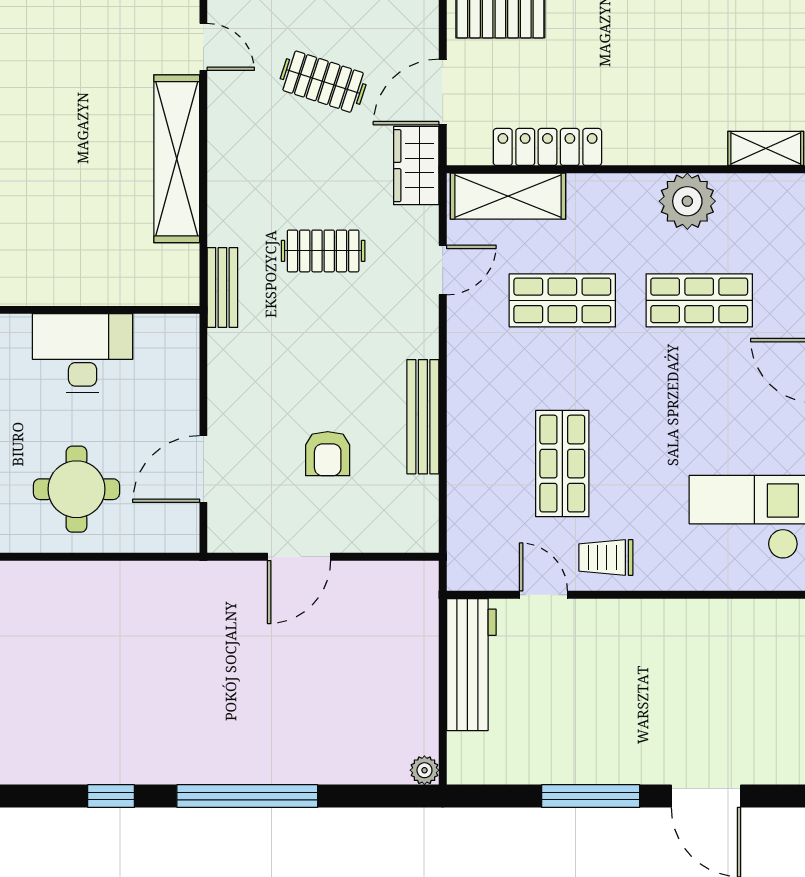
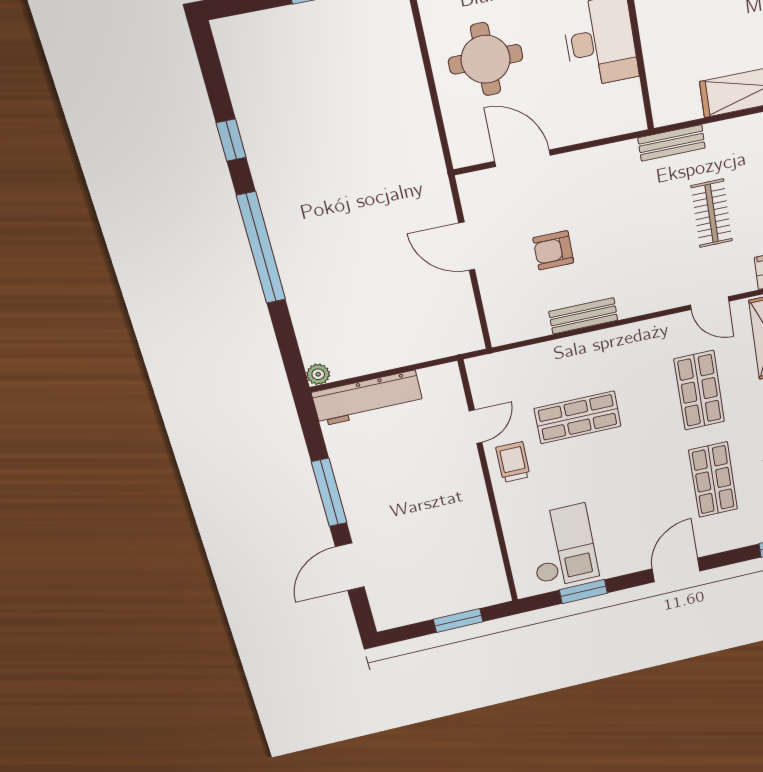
bench: (423, 417) -> (583, 316), width x0.73
workbench: (471, 665) -> (368, 398), moved

